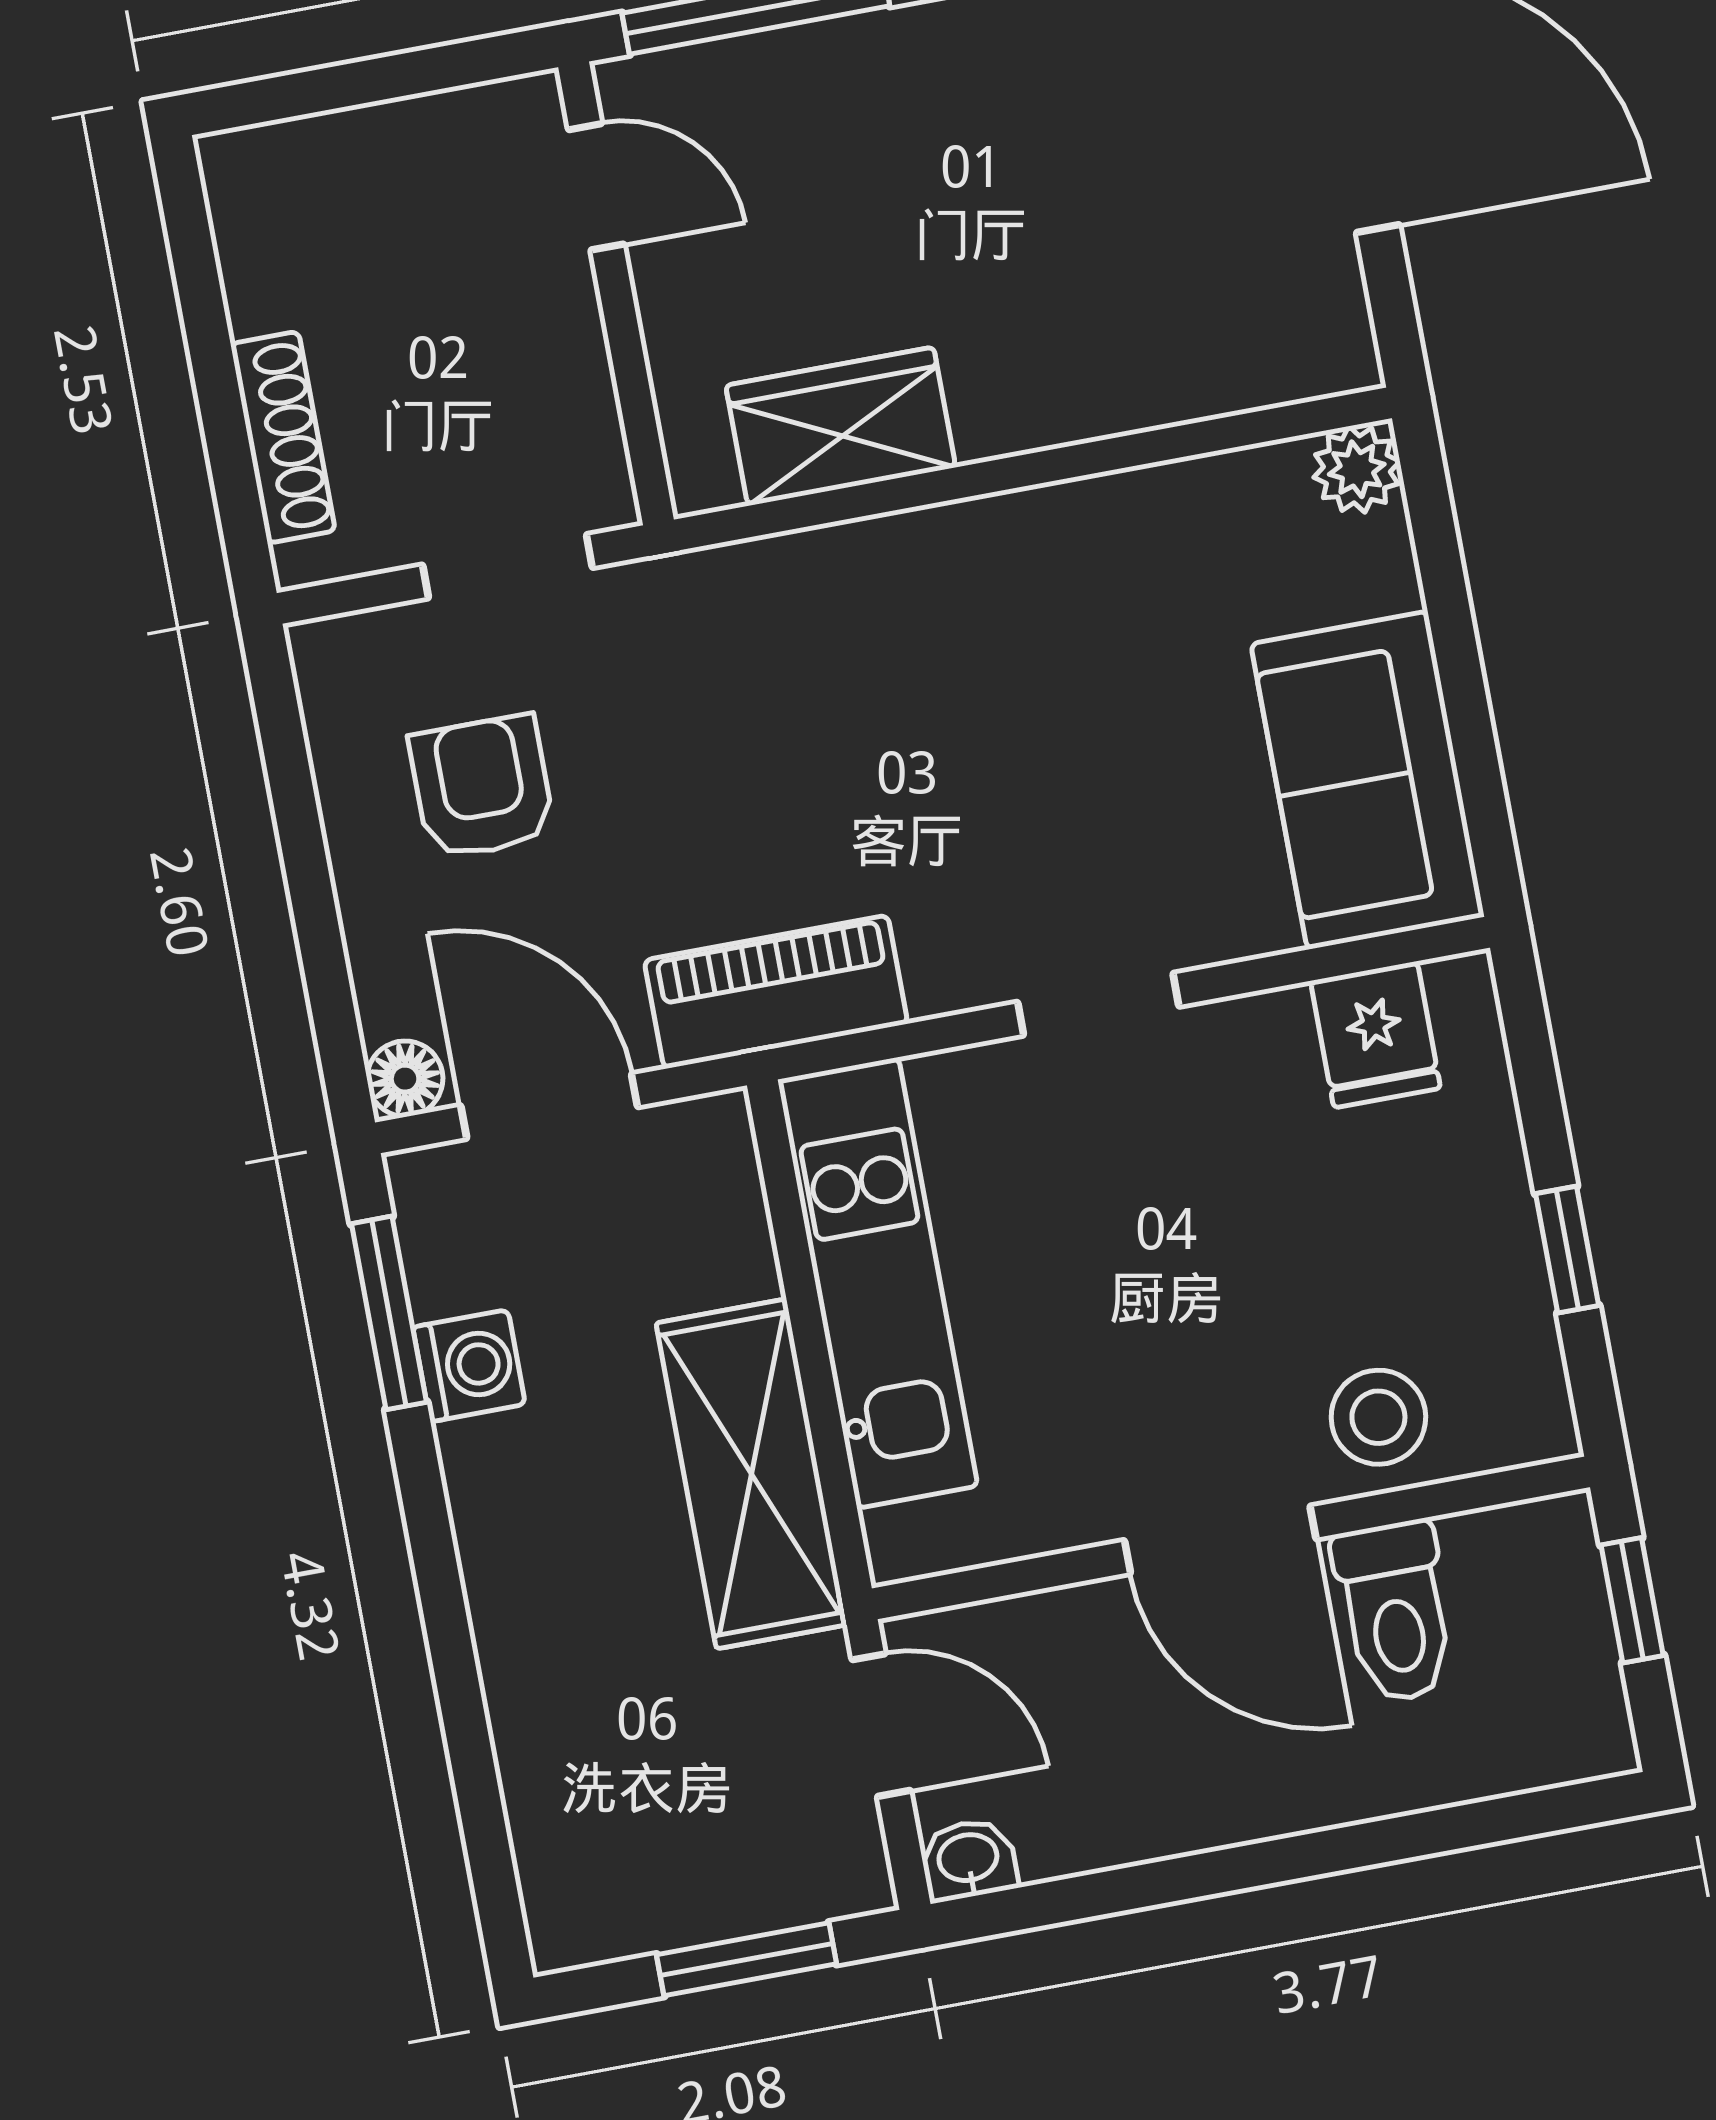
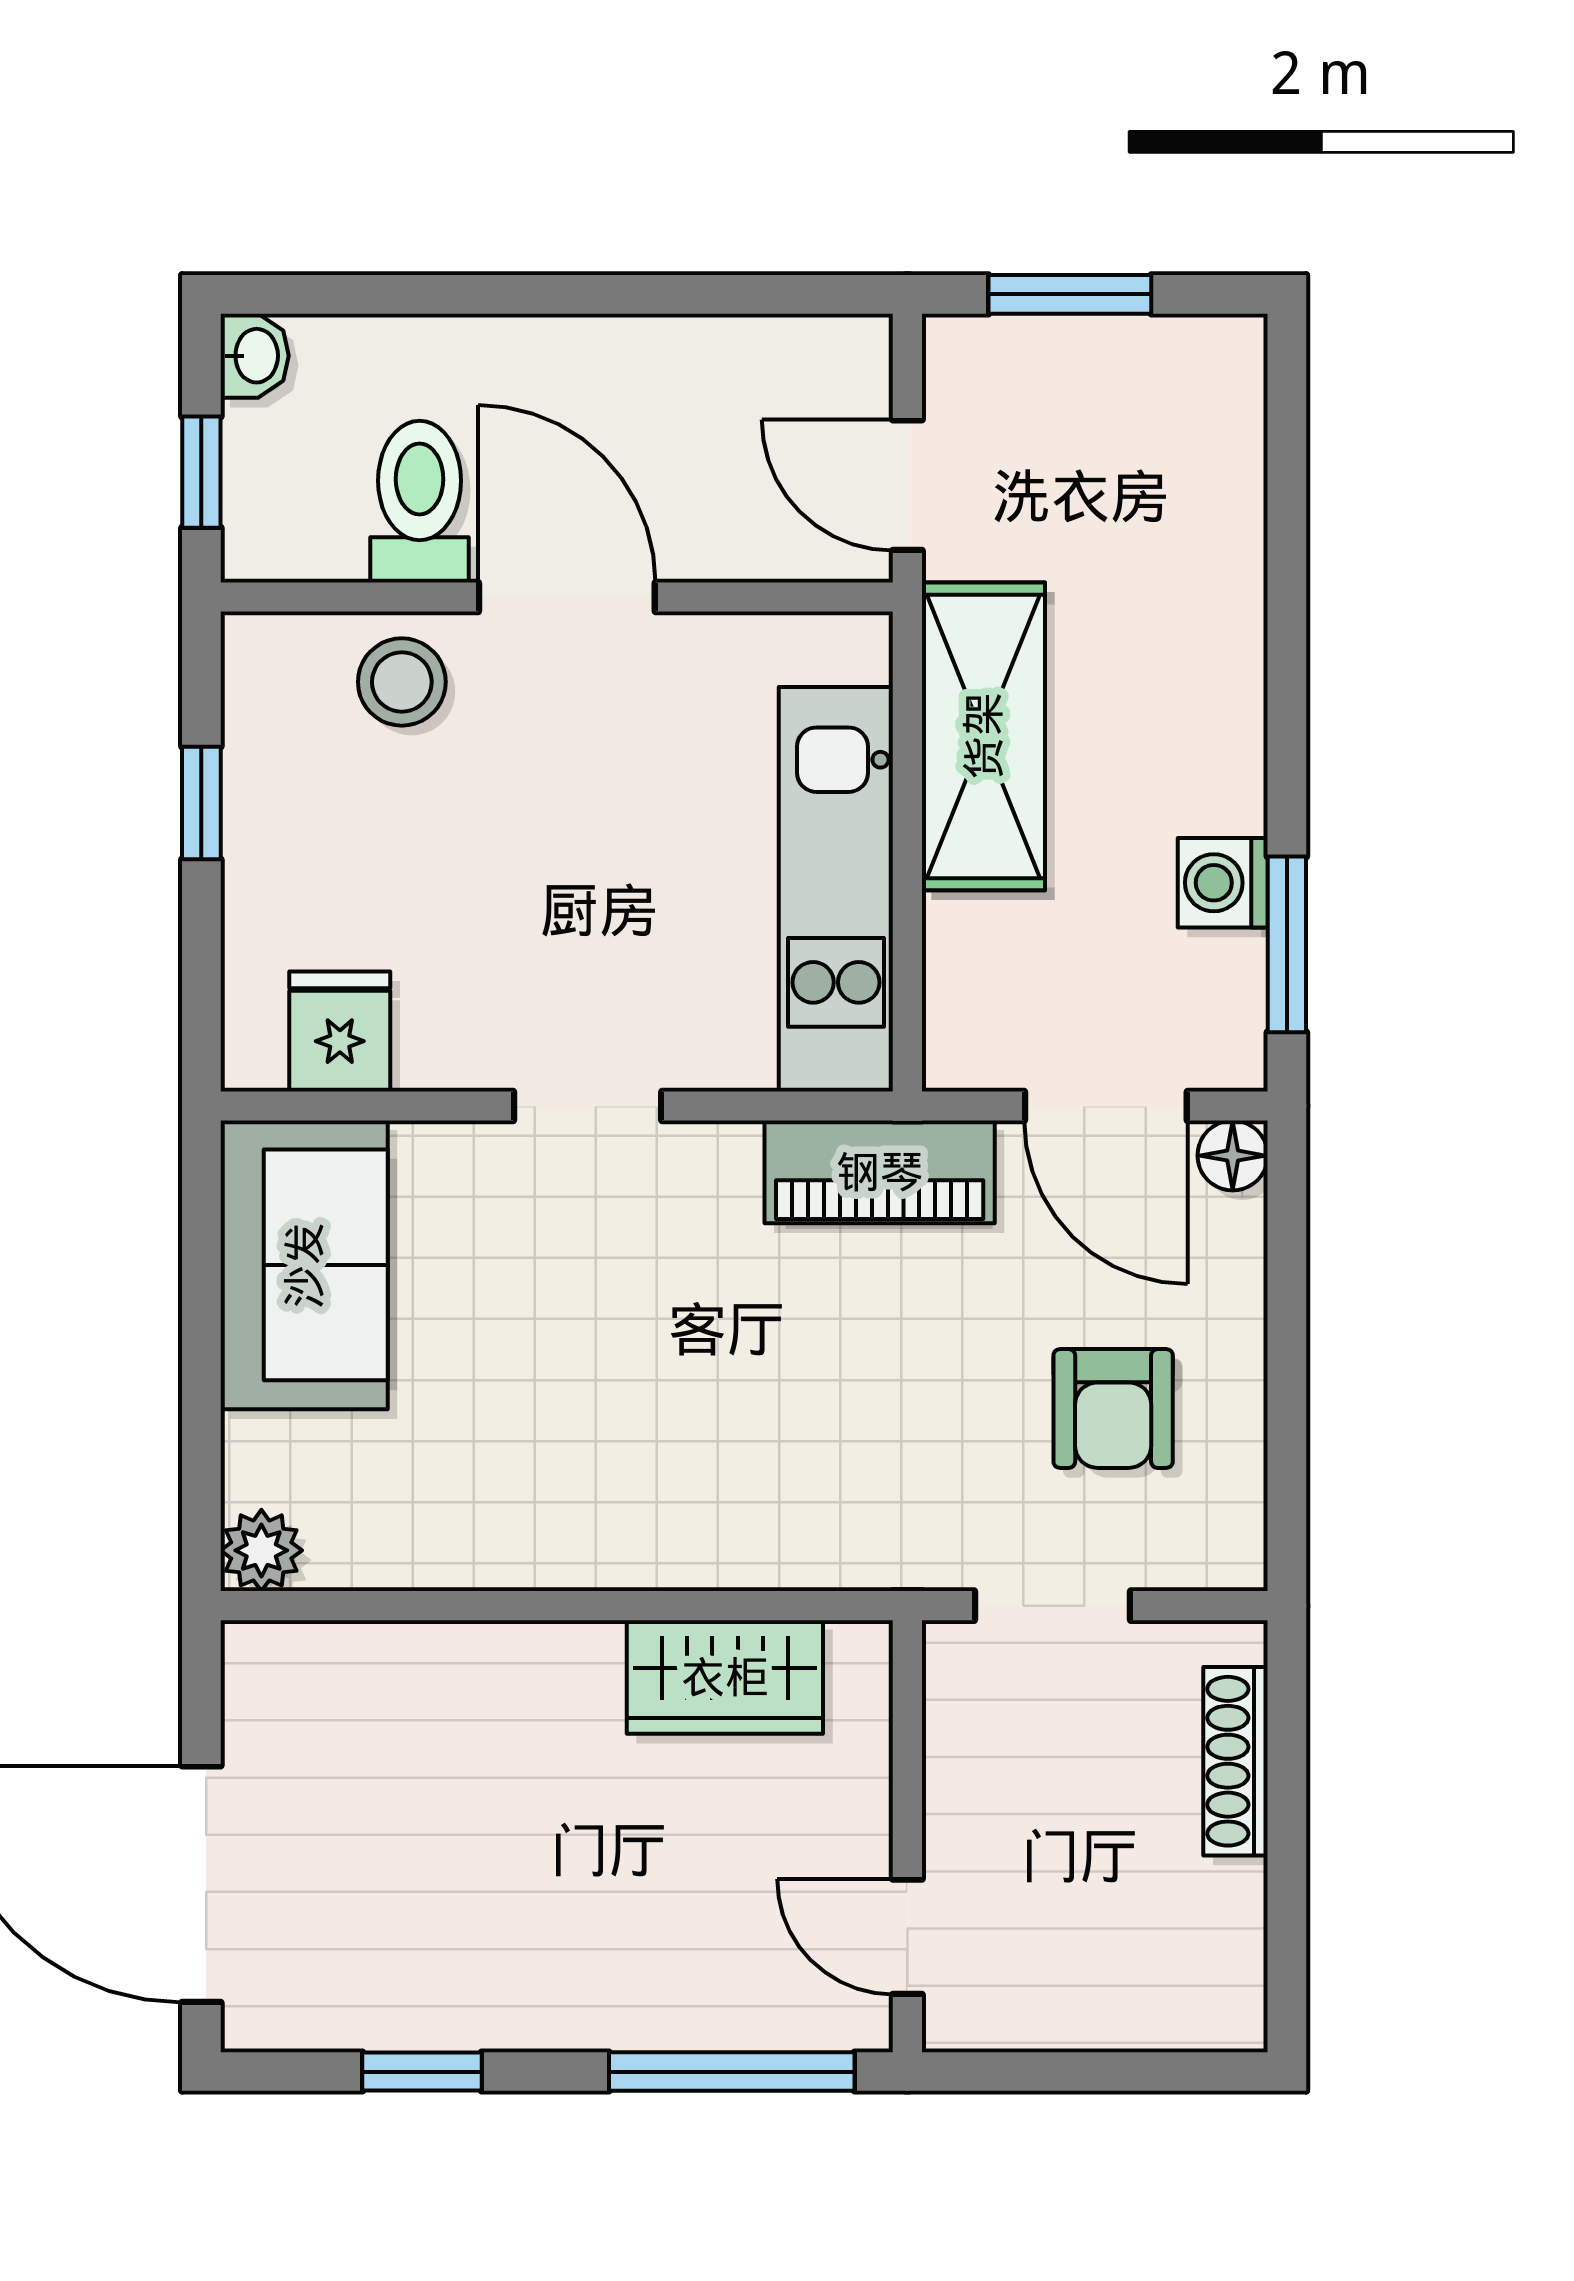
washbasin: (968, 1860) -> (255, 356), moved, turned -90

